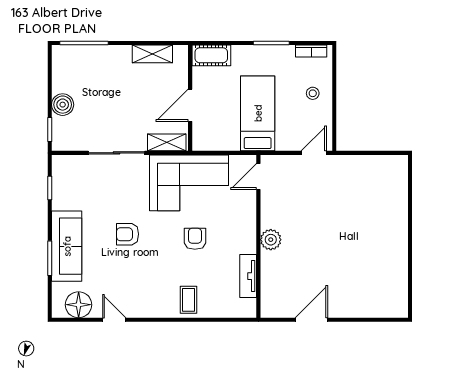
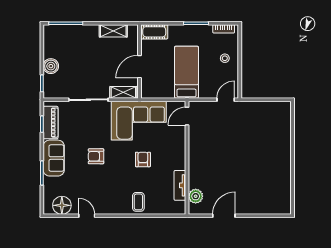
piano: (62, 186) -> (51, 123), added
plant: (271, 240) -> (196, 196), moved
sofa: (67, 246) -> (54, 158), width x0.73

